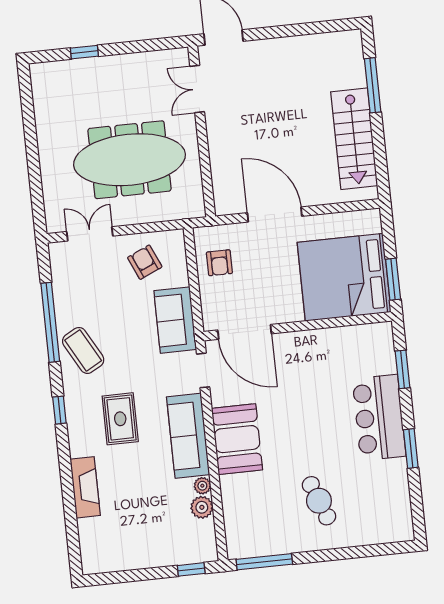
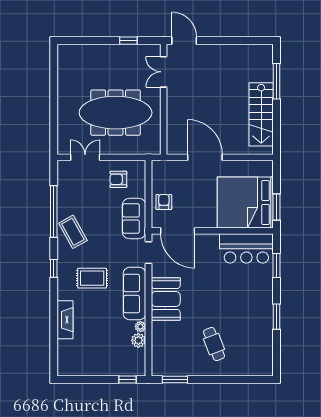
window: (84, 52) -> (128, 41), moved
armchair: (145, 262) -> (118, 179), turned -66
armchair: (219, 263) -> (164, 202), moved, turned 180
bar counter: (379, 418) -> (246, 248), moved, turned -90
rug: (120, 419) -> (92, 278), turned 90
window: (264, 562) -> (175, 379), width x0.69

